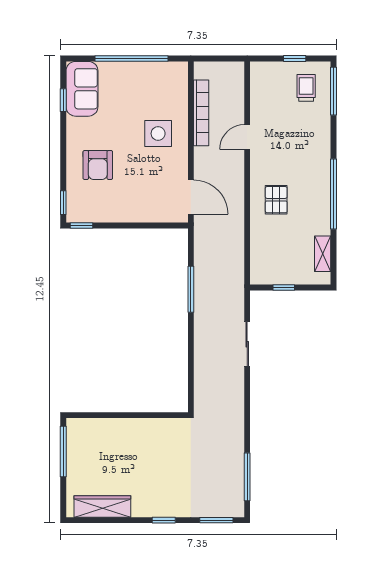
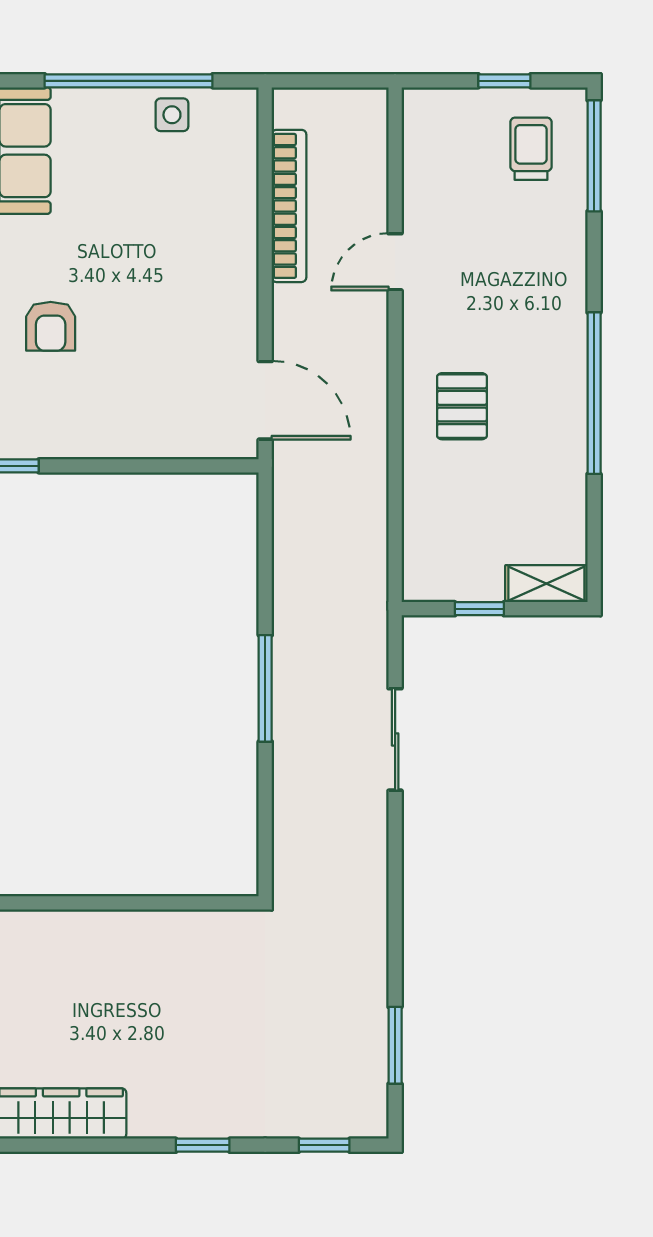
side table: (158, 134) -> (172, 115), moved, width x0.54, depth x0.54
armchair: (98, 165) -> (51, 326), width x0.72, depth x0.72
shelving: (323, 254) -> (546, 584), moved, turned 90
window: (191, 289) -> (265, 688), moved
window: (247, 477) -> (395, 1045), width x0.69
window: (216, 520) -> (324, 1145), width x0.67

